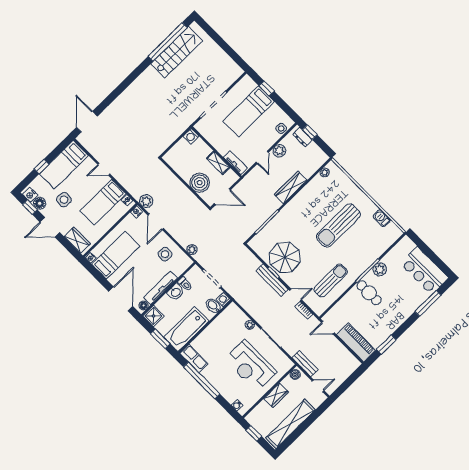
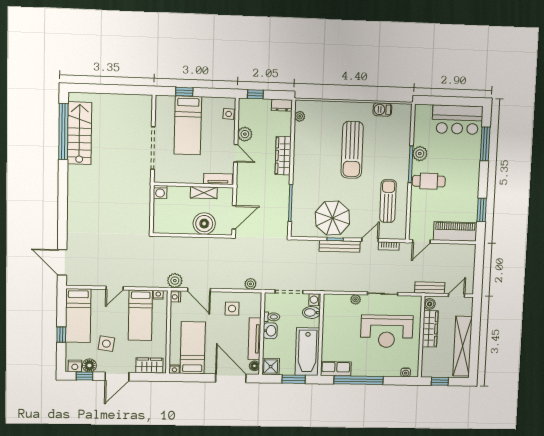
dresser: (302, 137) -> (282, 105), moved
wardrobe: (276, 395) -> (430, 329), width x1.50

